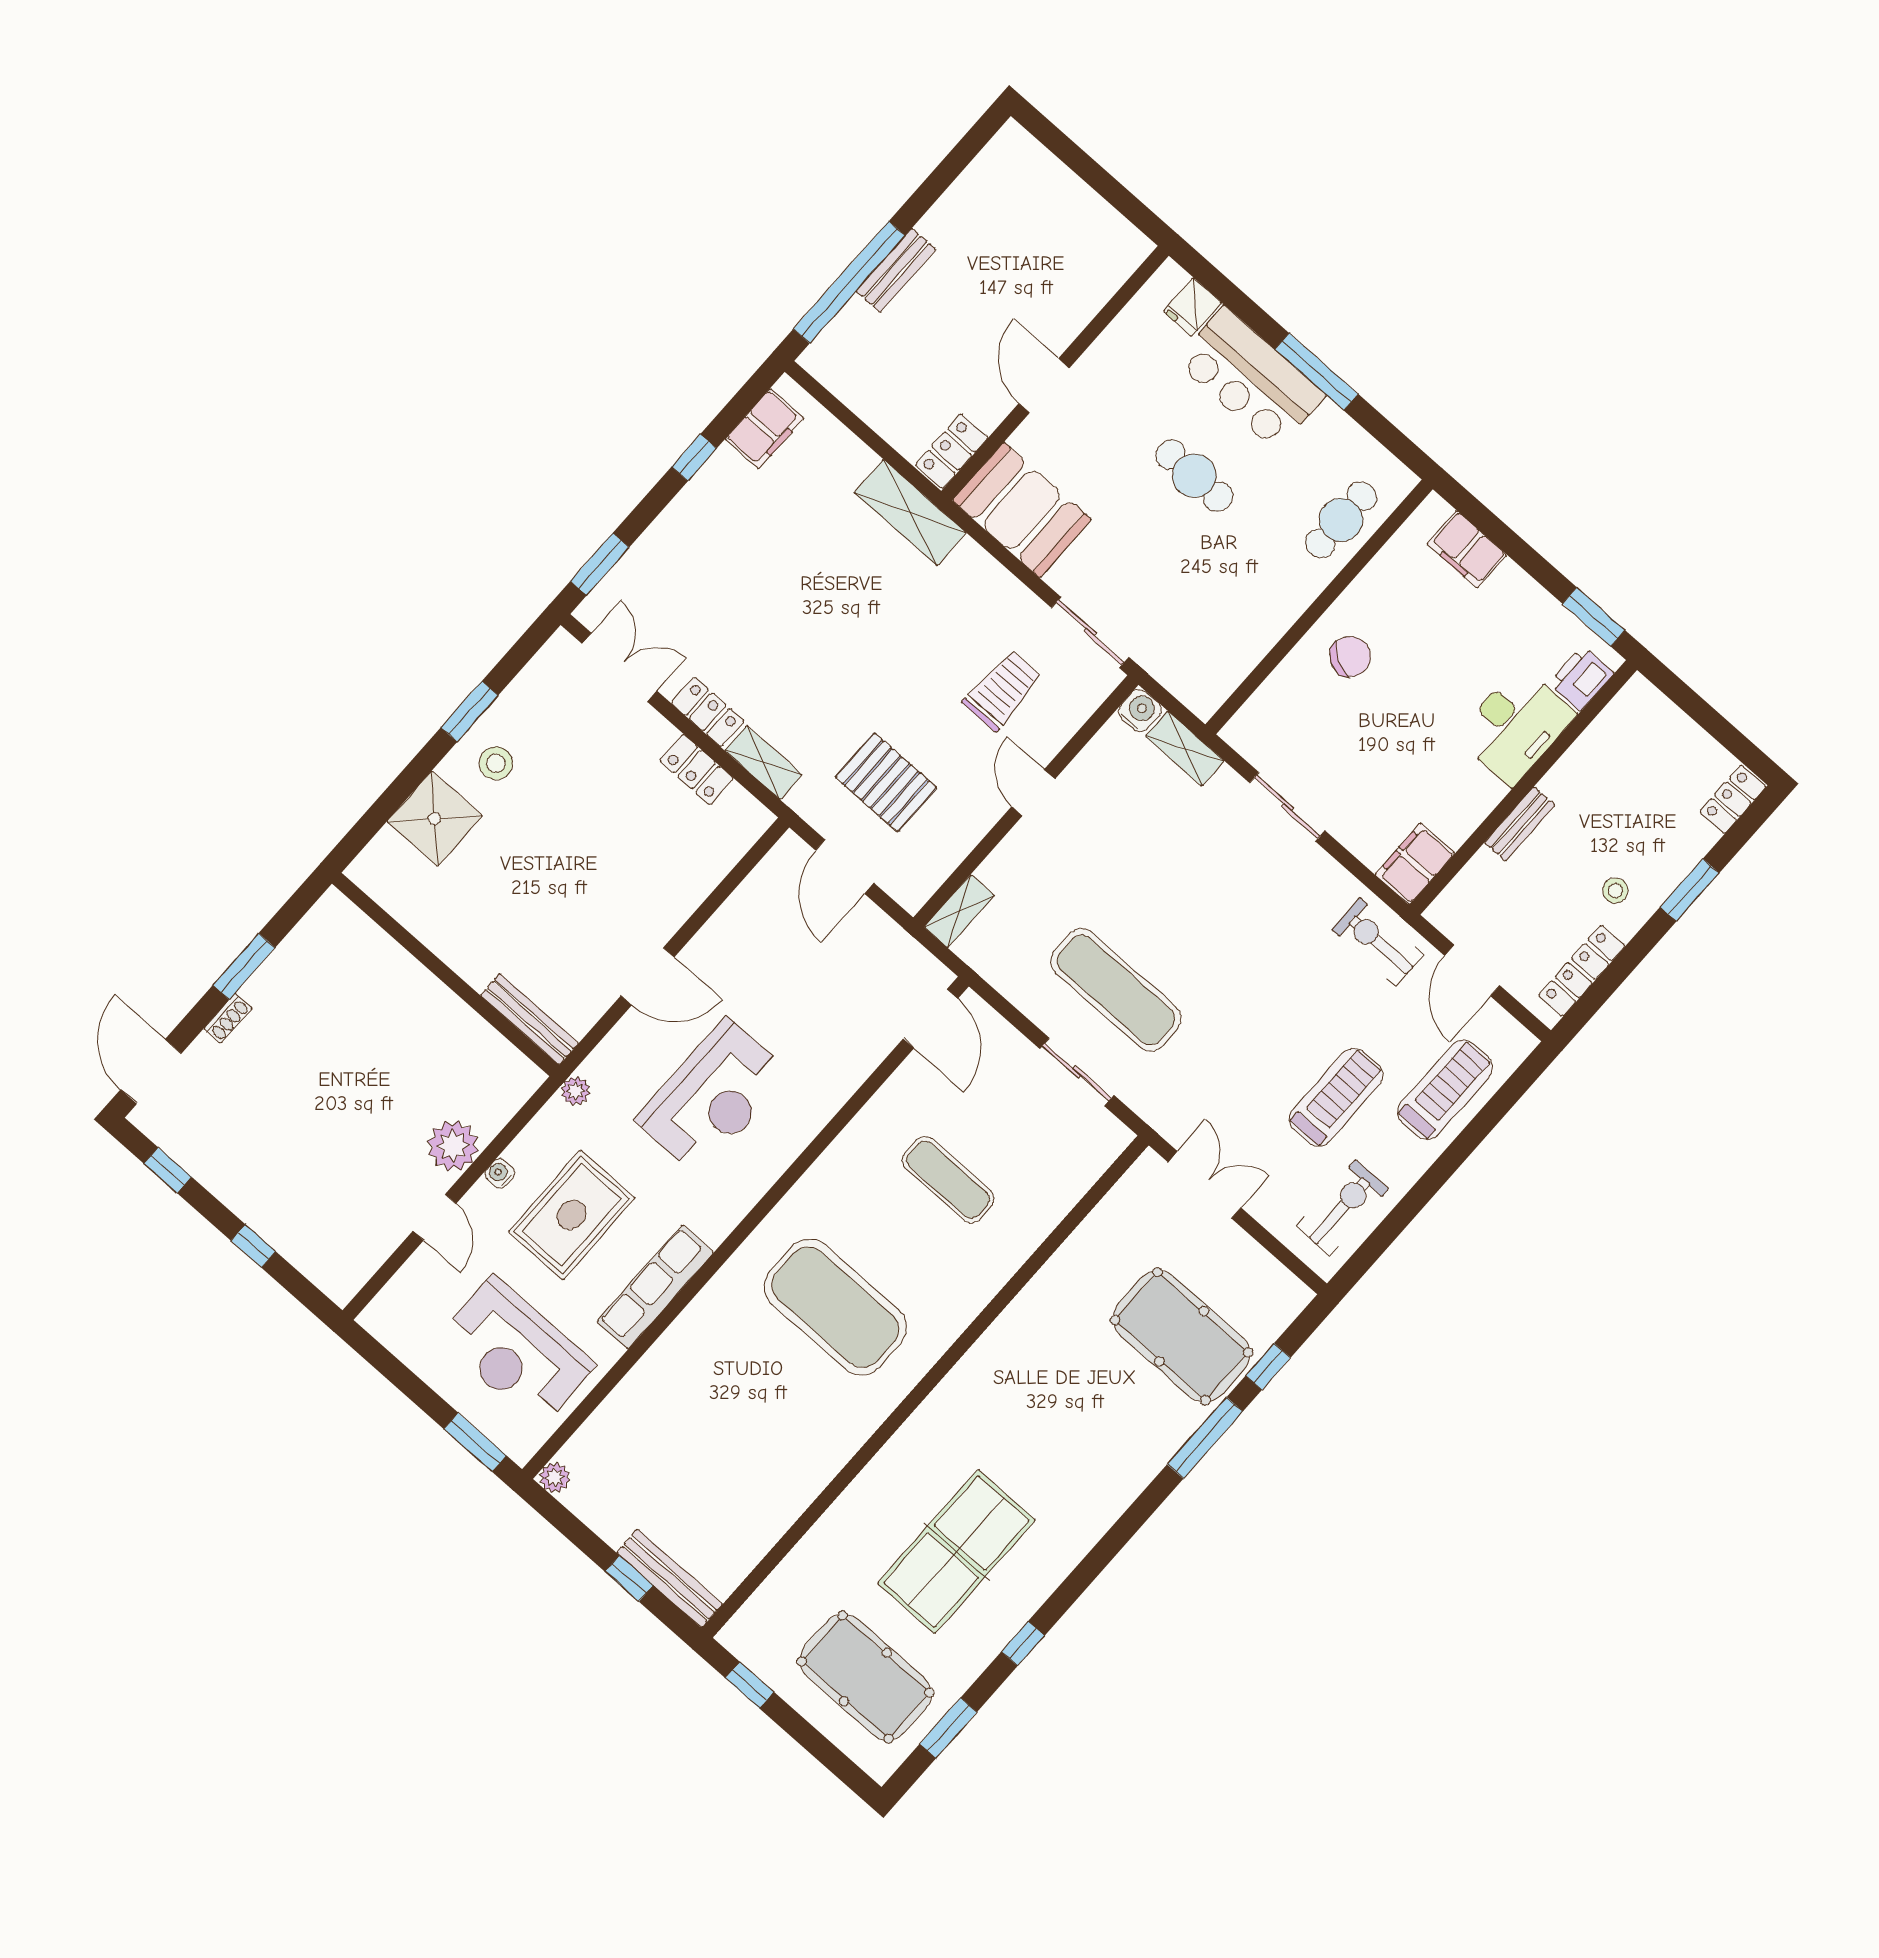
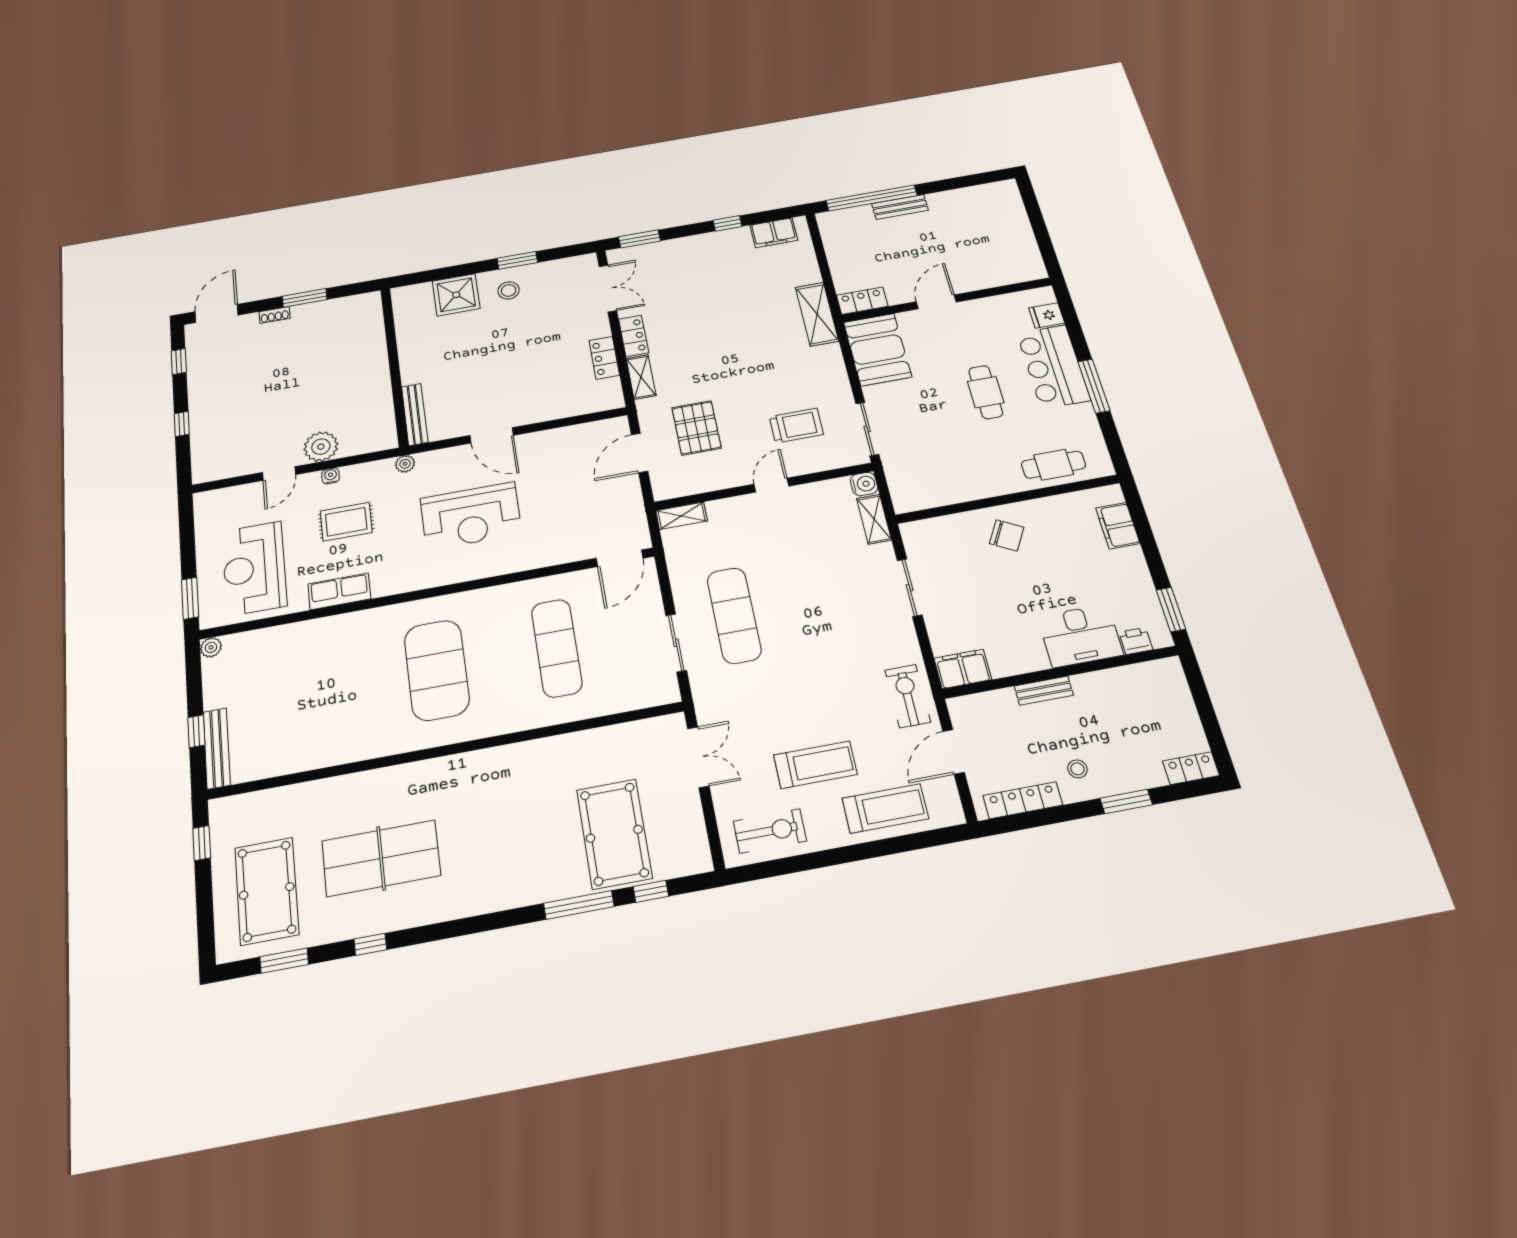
printer: (1582, 678) -> (1136, 641), width x0.73, depth x0.81
exercise mat: (948, 1180) -> (557, 648), width x1.36, depth x1.45
rug: (572, 1215) -> (346, 522), width x0.73, depth x0.70
row of seats: (655, 1287) -> (339, 591), width x0.68

